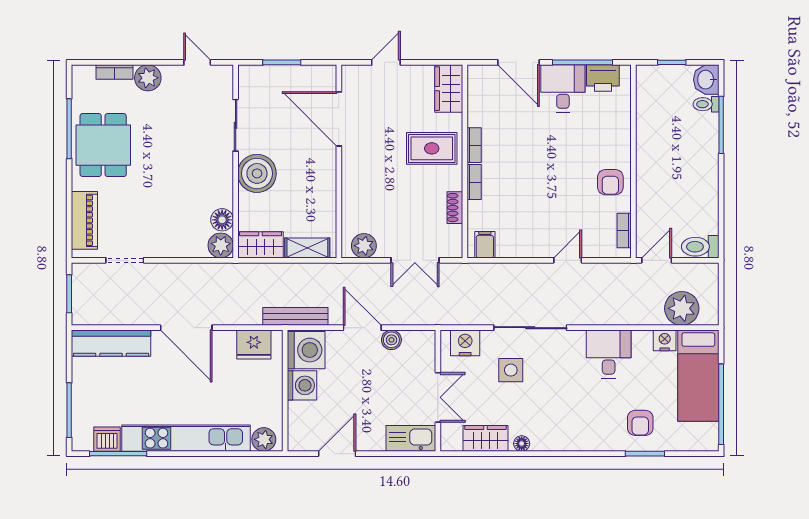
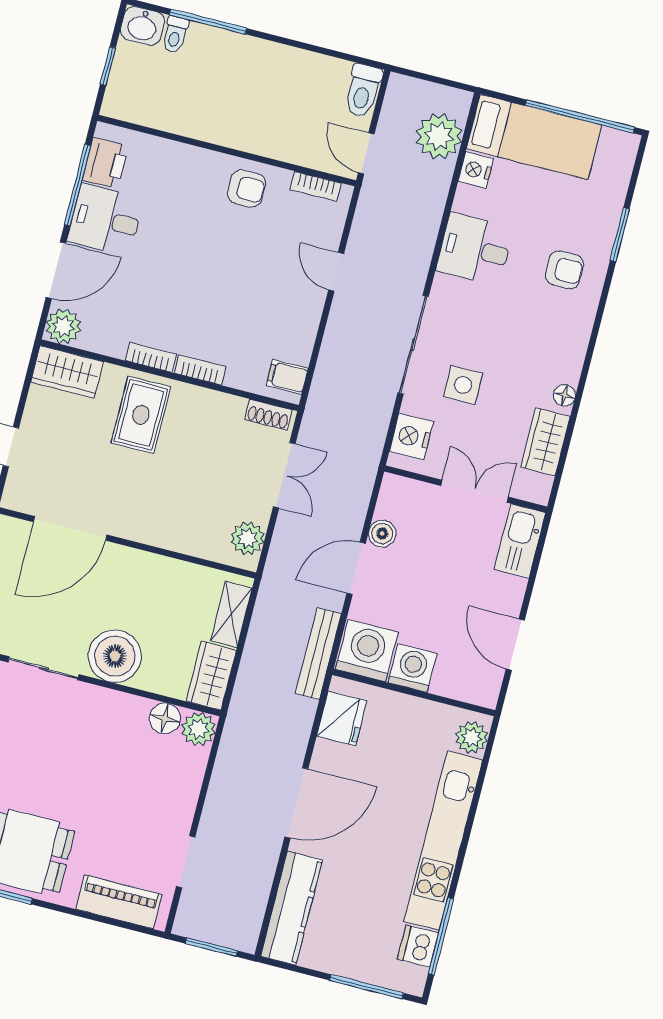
plant: (480, 78) -> (63, 326), added
shoe rack: (455, 208) -> (268, 415), moved
armchair: (640, 423) -> (564, 270), moved

